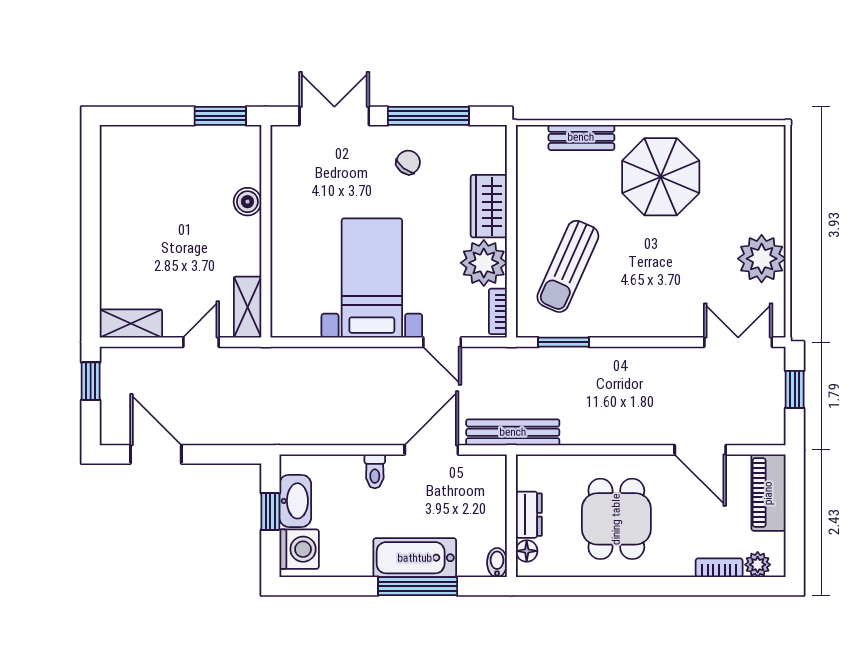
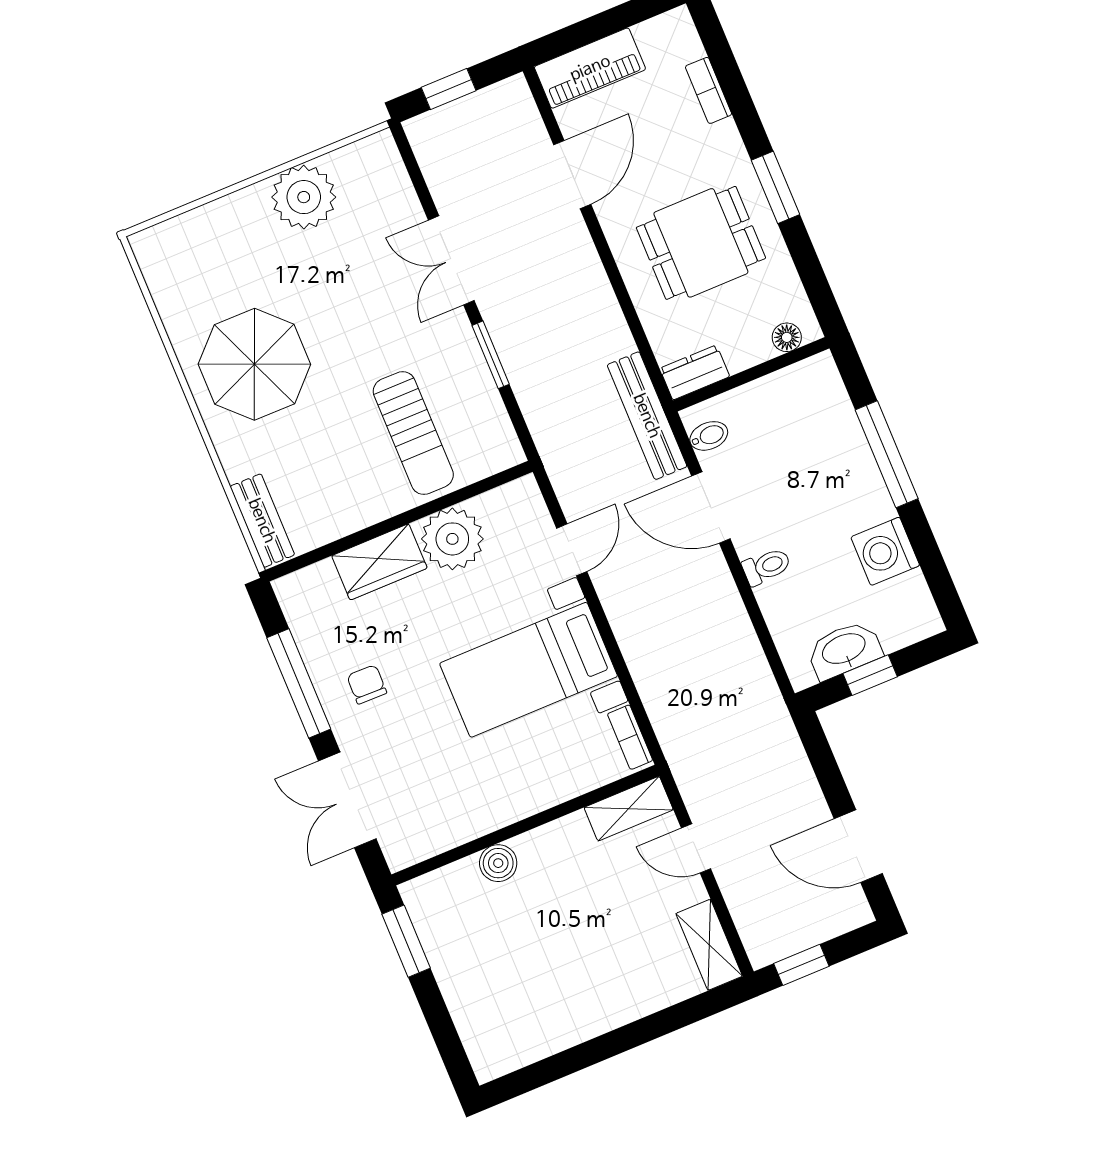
bench: (581, 137) -> (262, 521), moved
chair: (408, 162) -> (367, 684), turned 53
sun lounger: (568, 266) -> (413, 433), turned 66
bookcase: (498, 311) -> (630, 737), moved, turned 90
window: (564, 342) -> (491, 355), moved
double door: (738, 342) -> (451, 260), moved
door: (156, 454) -> (858, 846), hinge flipped
dresser: (529, 515) -> (695, 372), moved
washing machine: (299, 549) -> (885, 551), moved, turned -90
bathtub: (415, 558) -> (853, 472), removed
bidet: (497, 563) -> (709, 436), moved, turned 180
plant: (758, 565) -> (685, 44), removed
window: (633, 586) -> (776, 187), added

